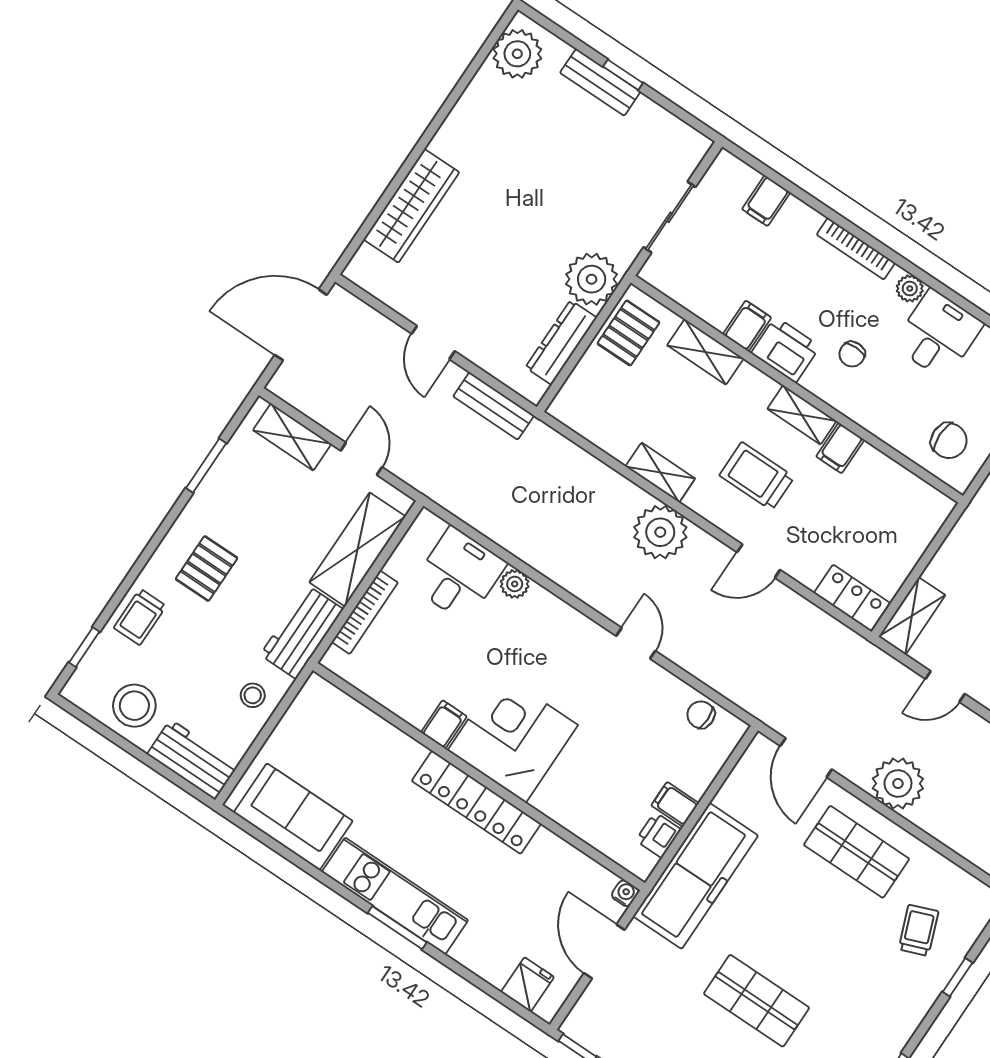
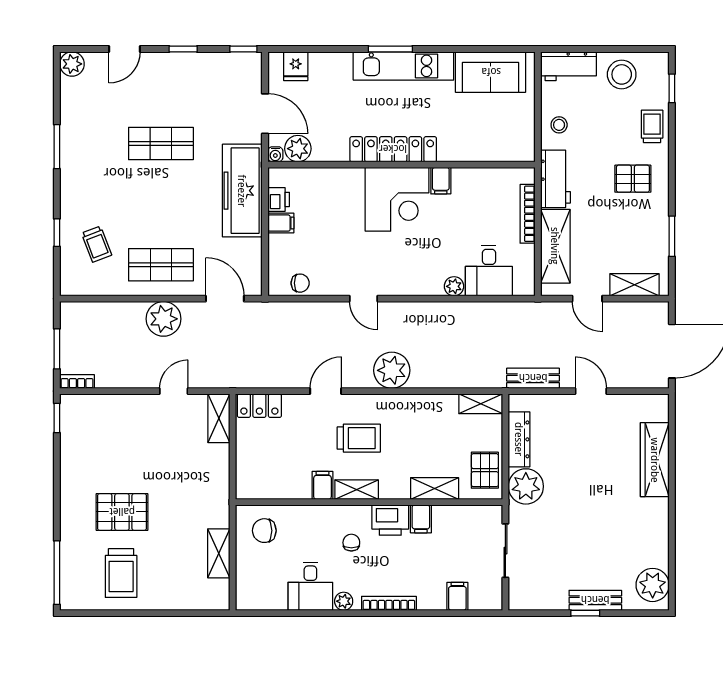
shelving: (660, 473) -> (481, 404), moved
pallet: (207, 569) -> (633, 179), turned 90
plant: (593, 882) -> (298, 149), added

